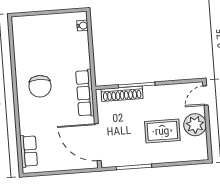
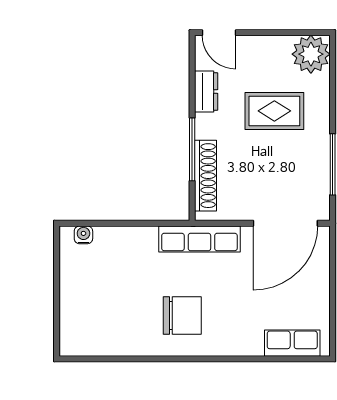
dresser: (171, 91) -> (206, 91), added
plant: (195, 125) -> (311, 54), moved
rug: (162, 131) -> (274, 111), turned 90

